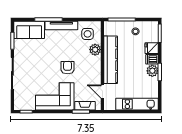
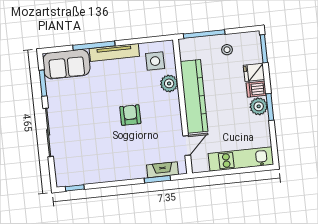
door: (102, 92) -> (187, 146), swing flipped
corner sofa: (55, 96) -> (116, 160), removed

